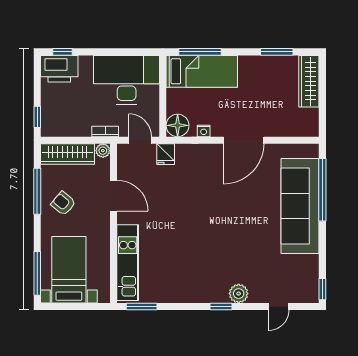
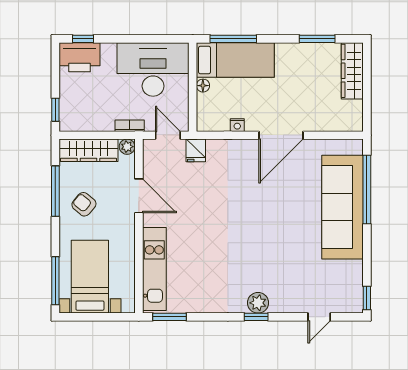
floor lamp: (178, 125) -> (203, 86), moved, width x0.53, depth x0.53
plant: (239, 294) -> (258, 303), moved

